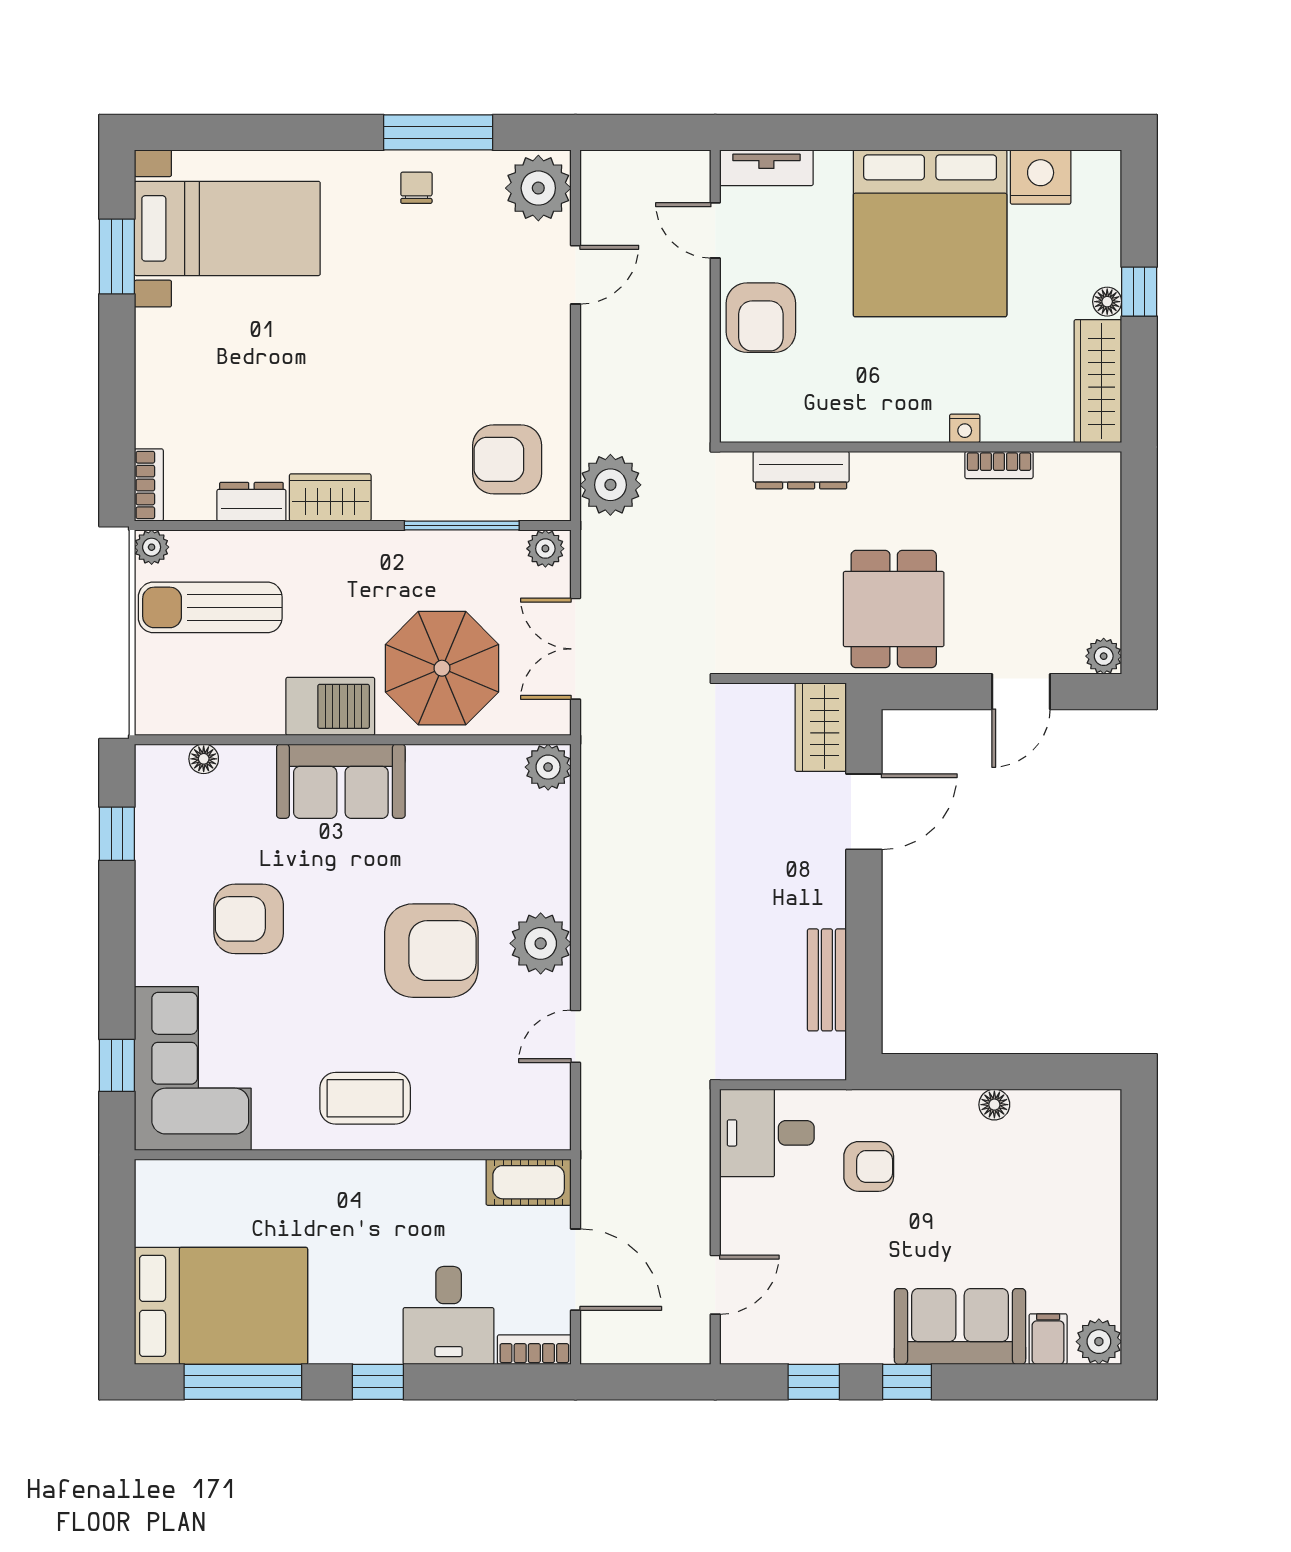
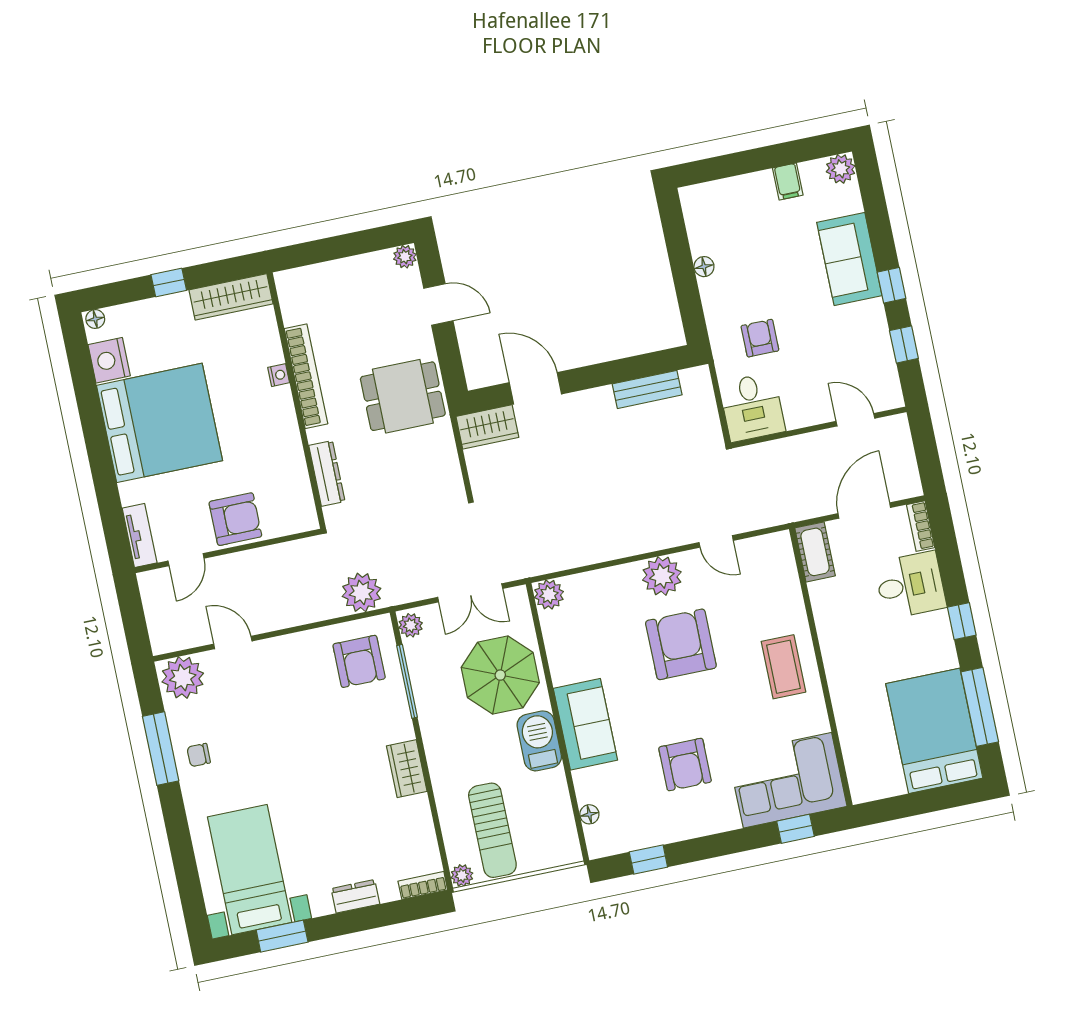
floor lamp: (1107, 302) -> (95, 319), moved
bookcase: (999, 465) -> (306, 376), width x2.31, depth x1.31
dresser: (251, 502) -> (355, 896), moved, turned 90
filing cabinet: (1048, 1339) -> (788, 182), moved, turned -90

